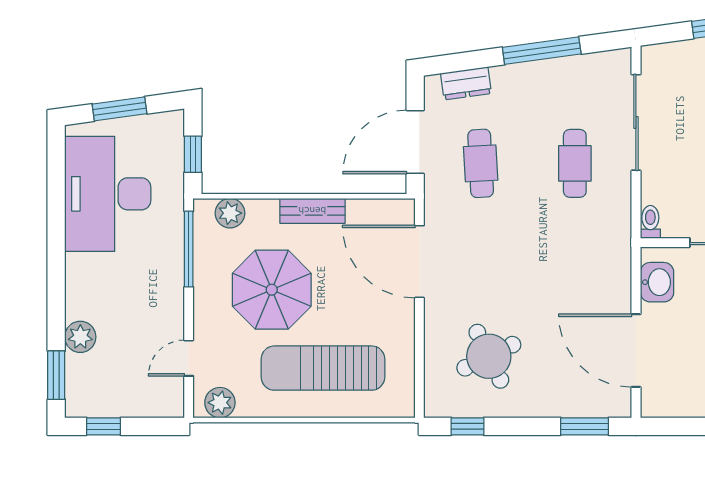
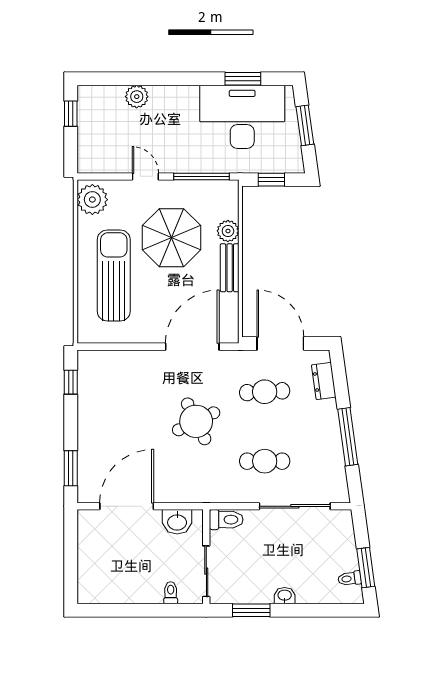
plant: (230, 213) -> (228, 231), moved
toilet: (650, 222) -> (226, 520), width x1.37, depth x1.39
round table: (489, 356) -> (196, 421), moved
door: (189, 358) -> (145, 176), moved
window: (56, 375) -> (243, 79), moved
plant: (220, 403) -> (92, 200), width x1.36, depth x1.36

